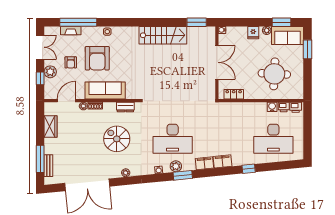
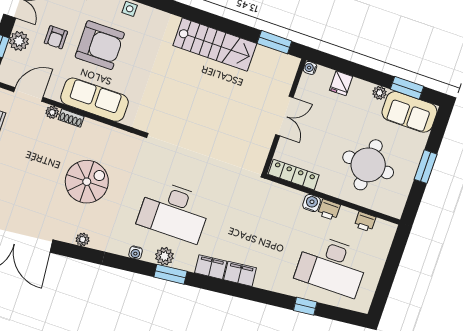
fridge: (253, 33) -> (341, 83), moved
window: (307, 49) -> (426, 167), moved
armchair: (97, 58) -> (100, 45), turned -90
double door: (217, 62) -> (284, 116), width x0.73
locker: (234, 94) -> (294, 175), width x1.53
dresser: (125, 107) -> (118, 136), removed
water cooler: (272, 107) -> (312, 203), moved
printer: (296, 107) -> (329, 210), moved
spiral stairs: (117, 139) -> (87, 182), turned 90
window: (249, 169) -> (305, 306), moved

